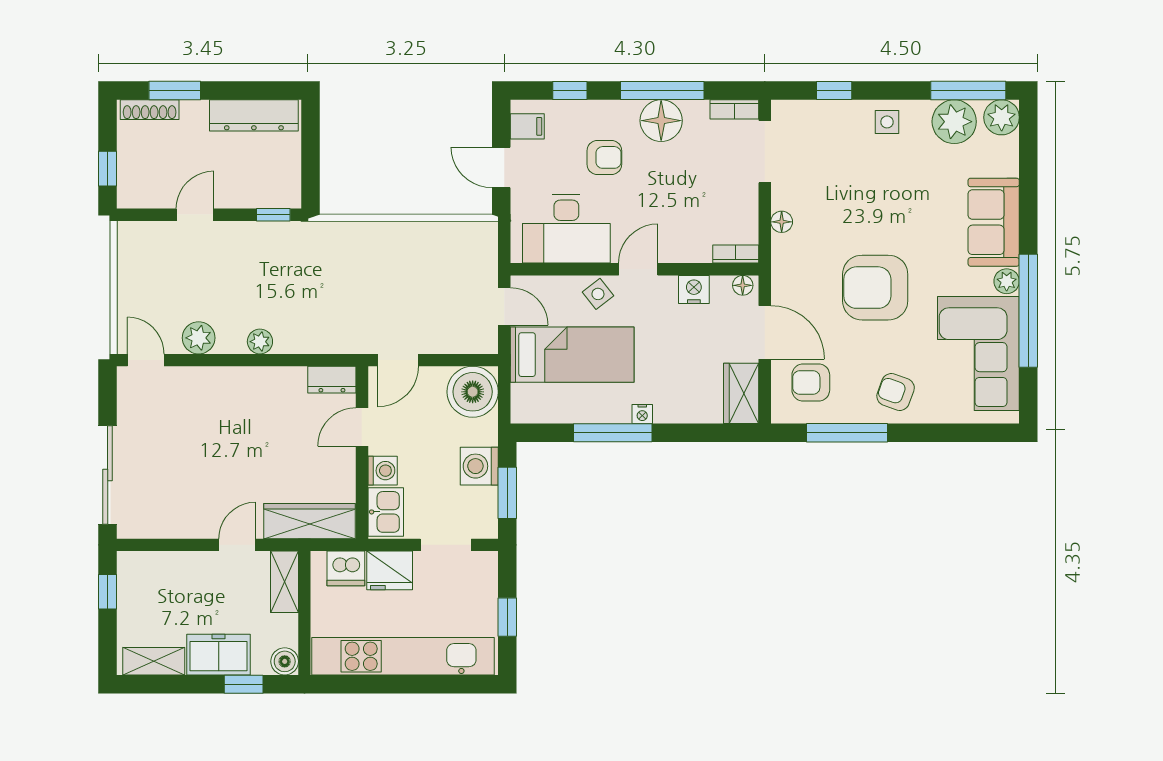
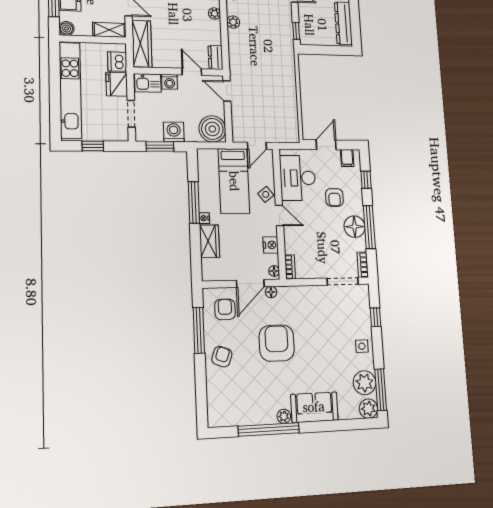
floor lamp: (782, 222) -> (271, 292), moved
corner sofa: (978, 353) -> (245, 402), removed
plant: (244, 378) -> (214, 13), added
wardrobe: (741, 393) -> (210, 241), moved, turned 90

